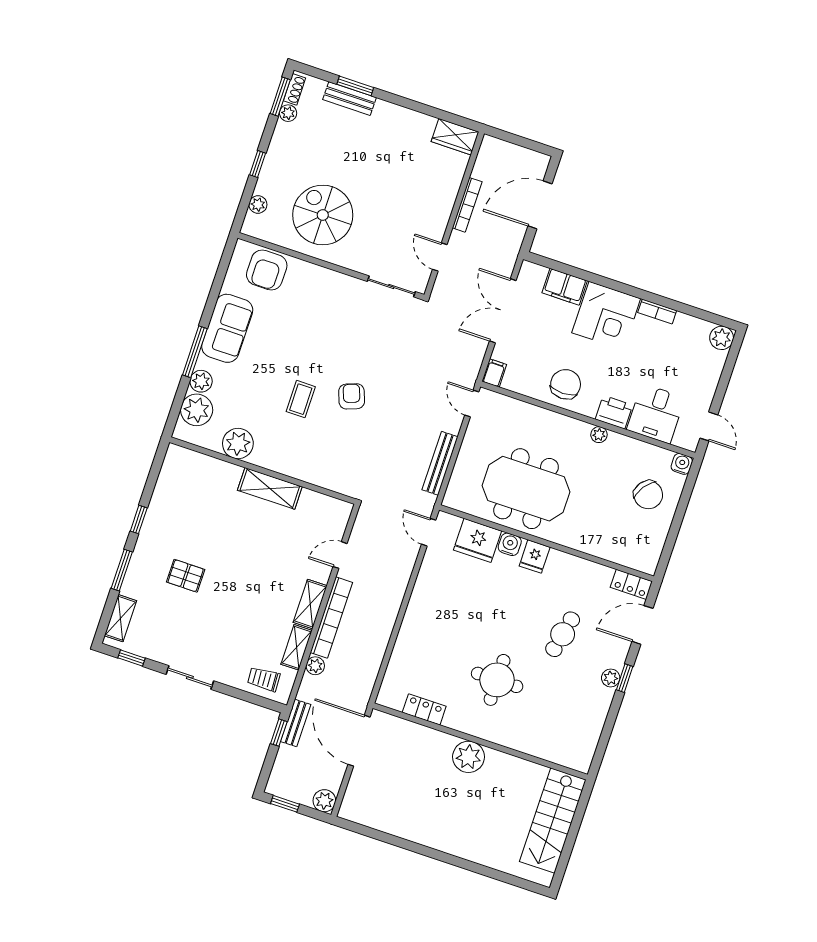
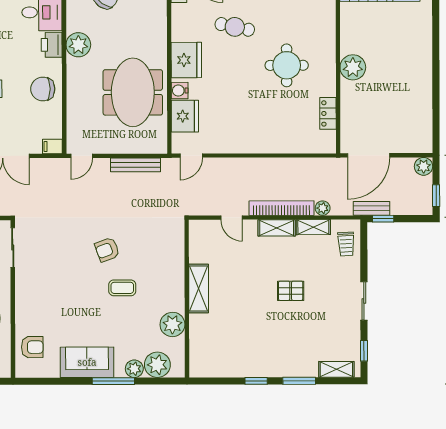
armchair: (267, 270) -> (32, 347), width x0.72, depth x0.72
plant: (599, 435) -> (78, 45), width x1.87, depth x1.87
fridge: (535, 557) -> (186, 60), width x1.88, depth x1.34
pallet: (186, 576) -> (291, 291), moved, turned 90

